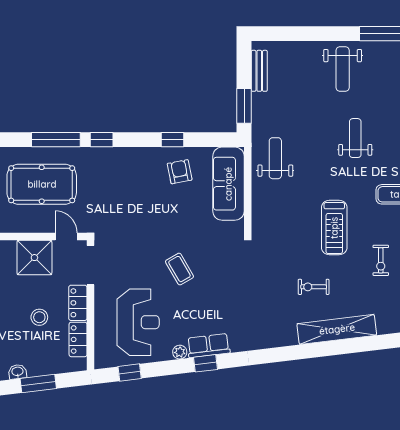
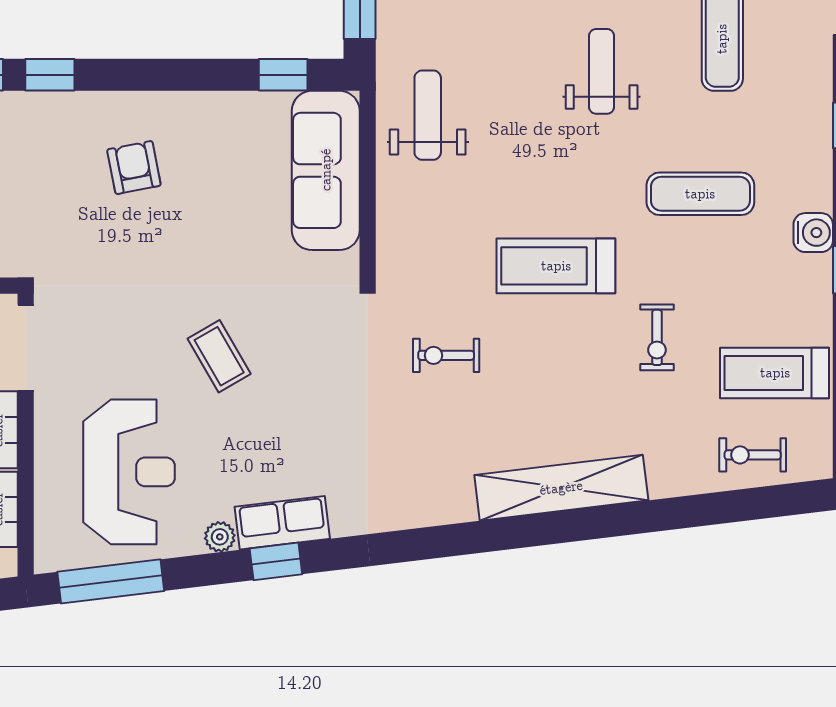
window: (172, 140) -> (283, 75), moved
armchair: (180, 172) -> (134, 168), moved
treadmill: (334, 228) -> (556, 266), turned 90
exercise bike: (314, 287) -> (446, 355), moved
window: (130, 373) -> (111, 581), width x2.17

